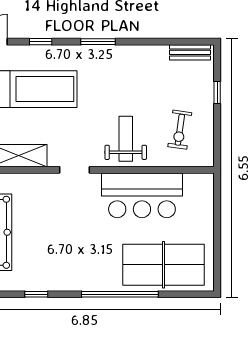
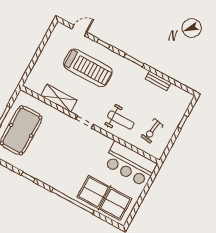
bench: (190, 52) -> (158, 81), moved
weight bench: (126, 139) -> (121, 120), turned 90
bar counter: (142, 195) -> (130, 164), moved

